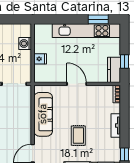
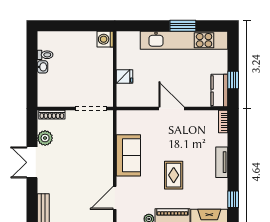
window: (98, 19) -> (183, 26), moved
washing machine: (25, 44) -> (105, 39), moved
sofa: (43, 114) -> (128, 155), width x0.73

